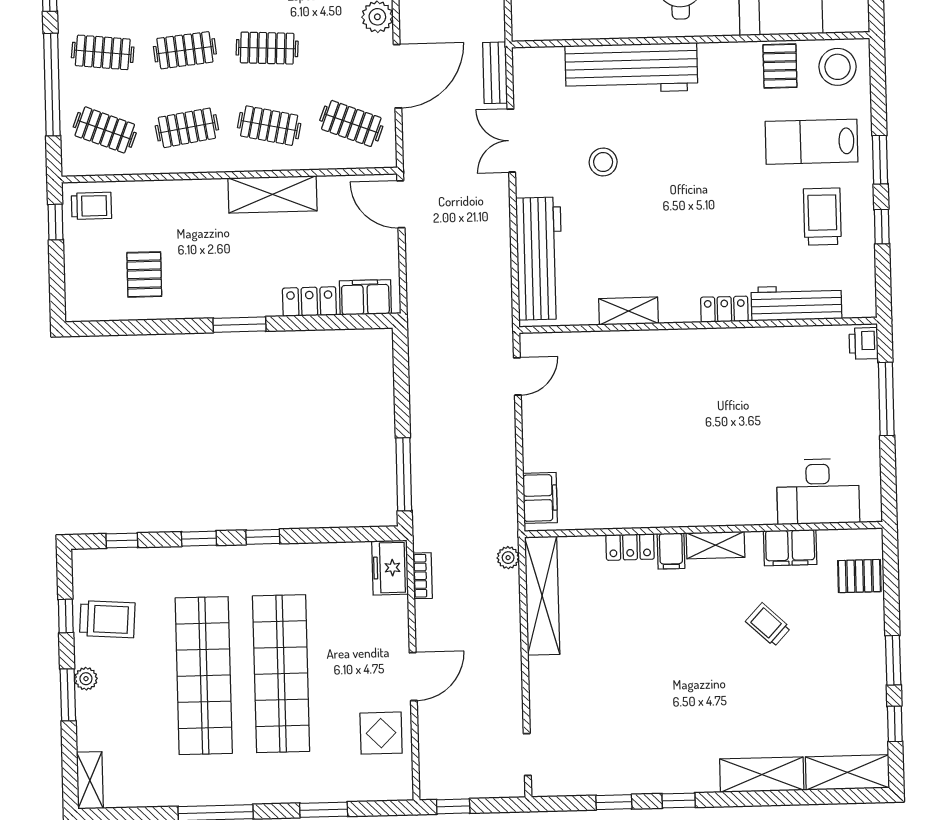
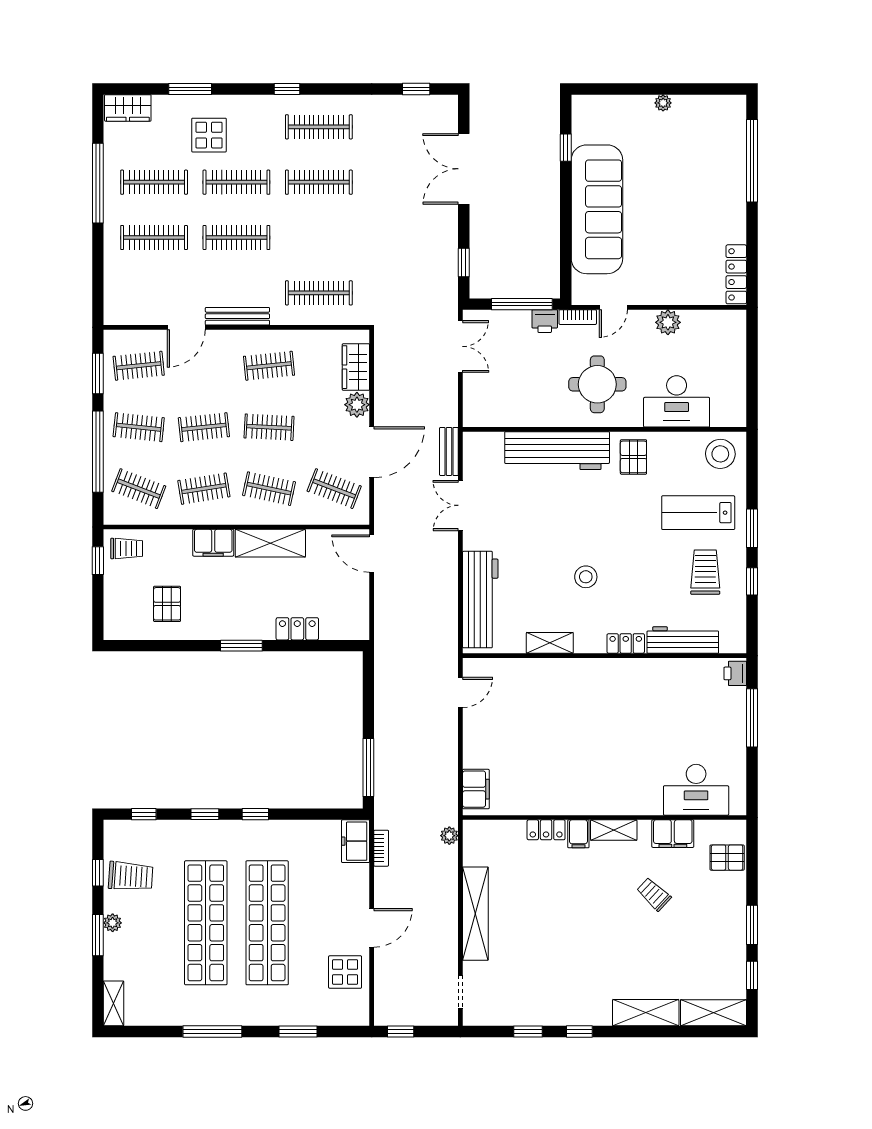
pallet: (780, 66) -> (633, 457), moved
stool: (603, 162) -> (586, 577), moved
filing cabinet: (365, 297) -> (213, 543), moved, turned 180
shelving: (542, 596) -> (475, 914), moved

